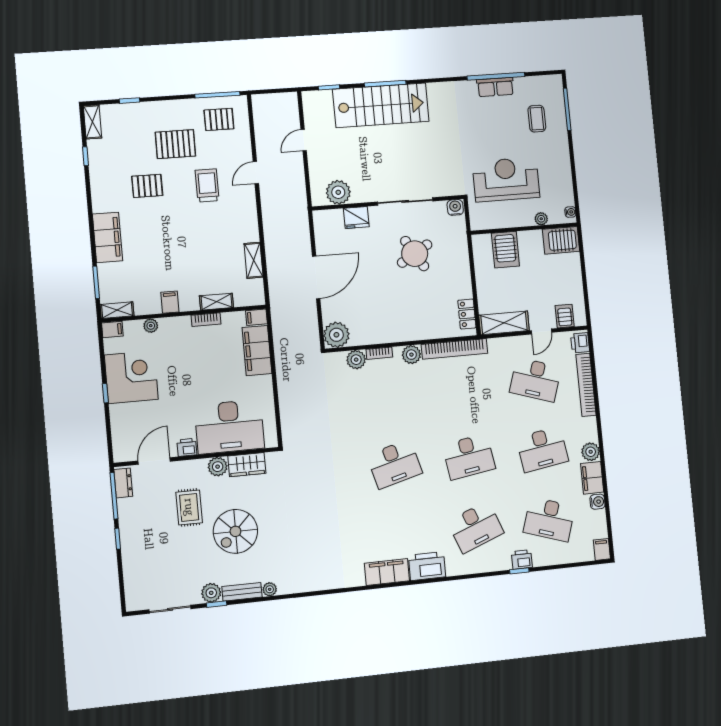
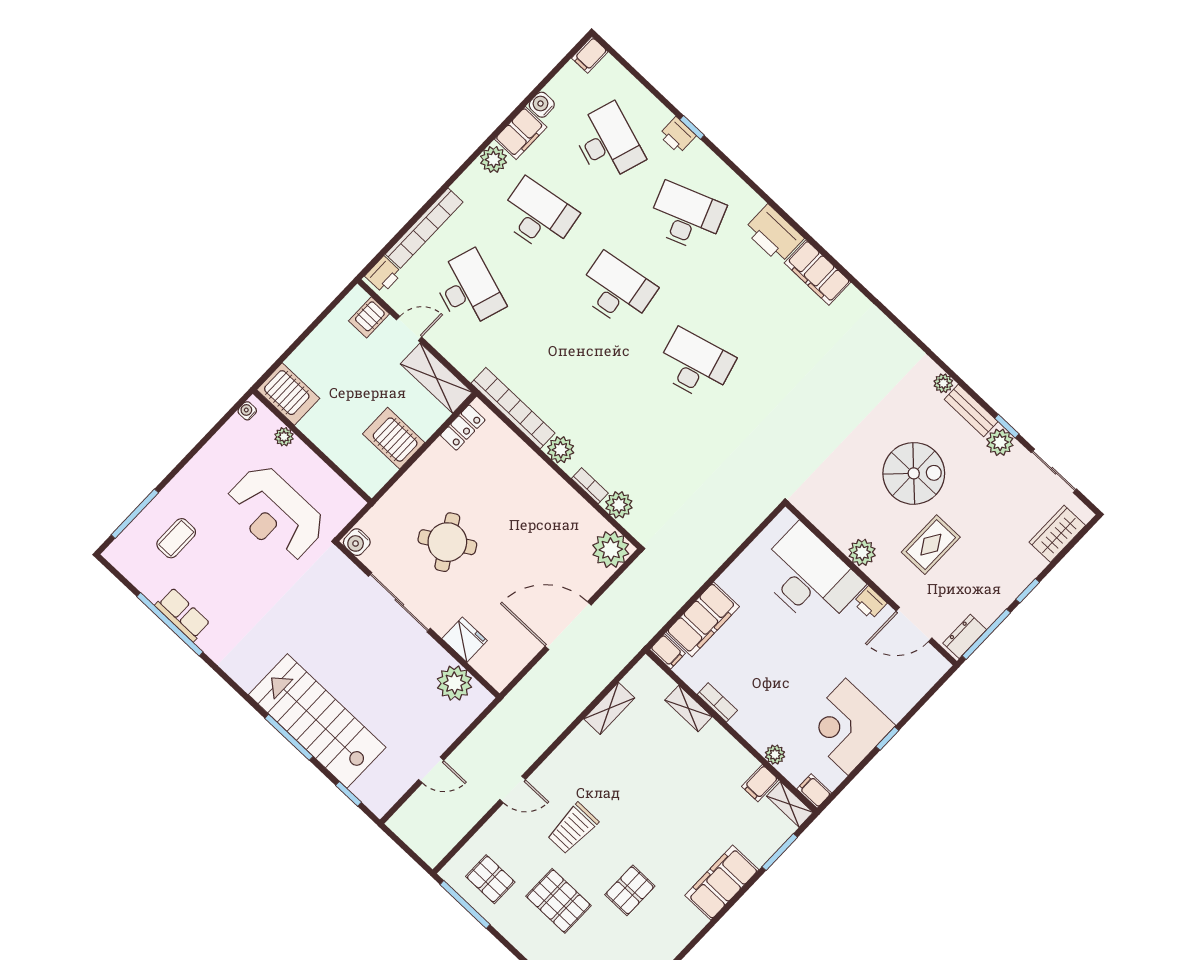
pallet: (147, 186) -> (630, 890), turned 90
server rack: (505, 250) -> (394, 438), moved, turned -90
filing cabinet: (170, 302) -> (760, 783), moved
wardrobe: (247, 465) -> (1057, 534), moved, turned -90

